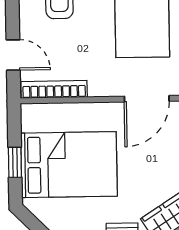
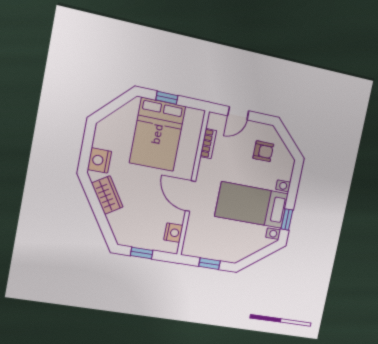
bookcase: (54, 89) -> (208, 144), width x0.64

